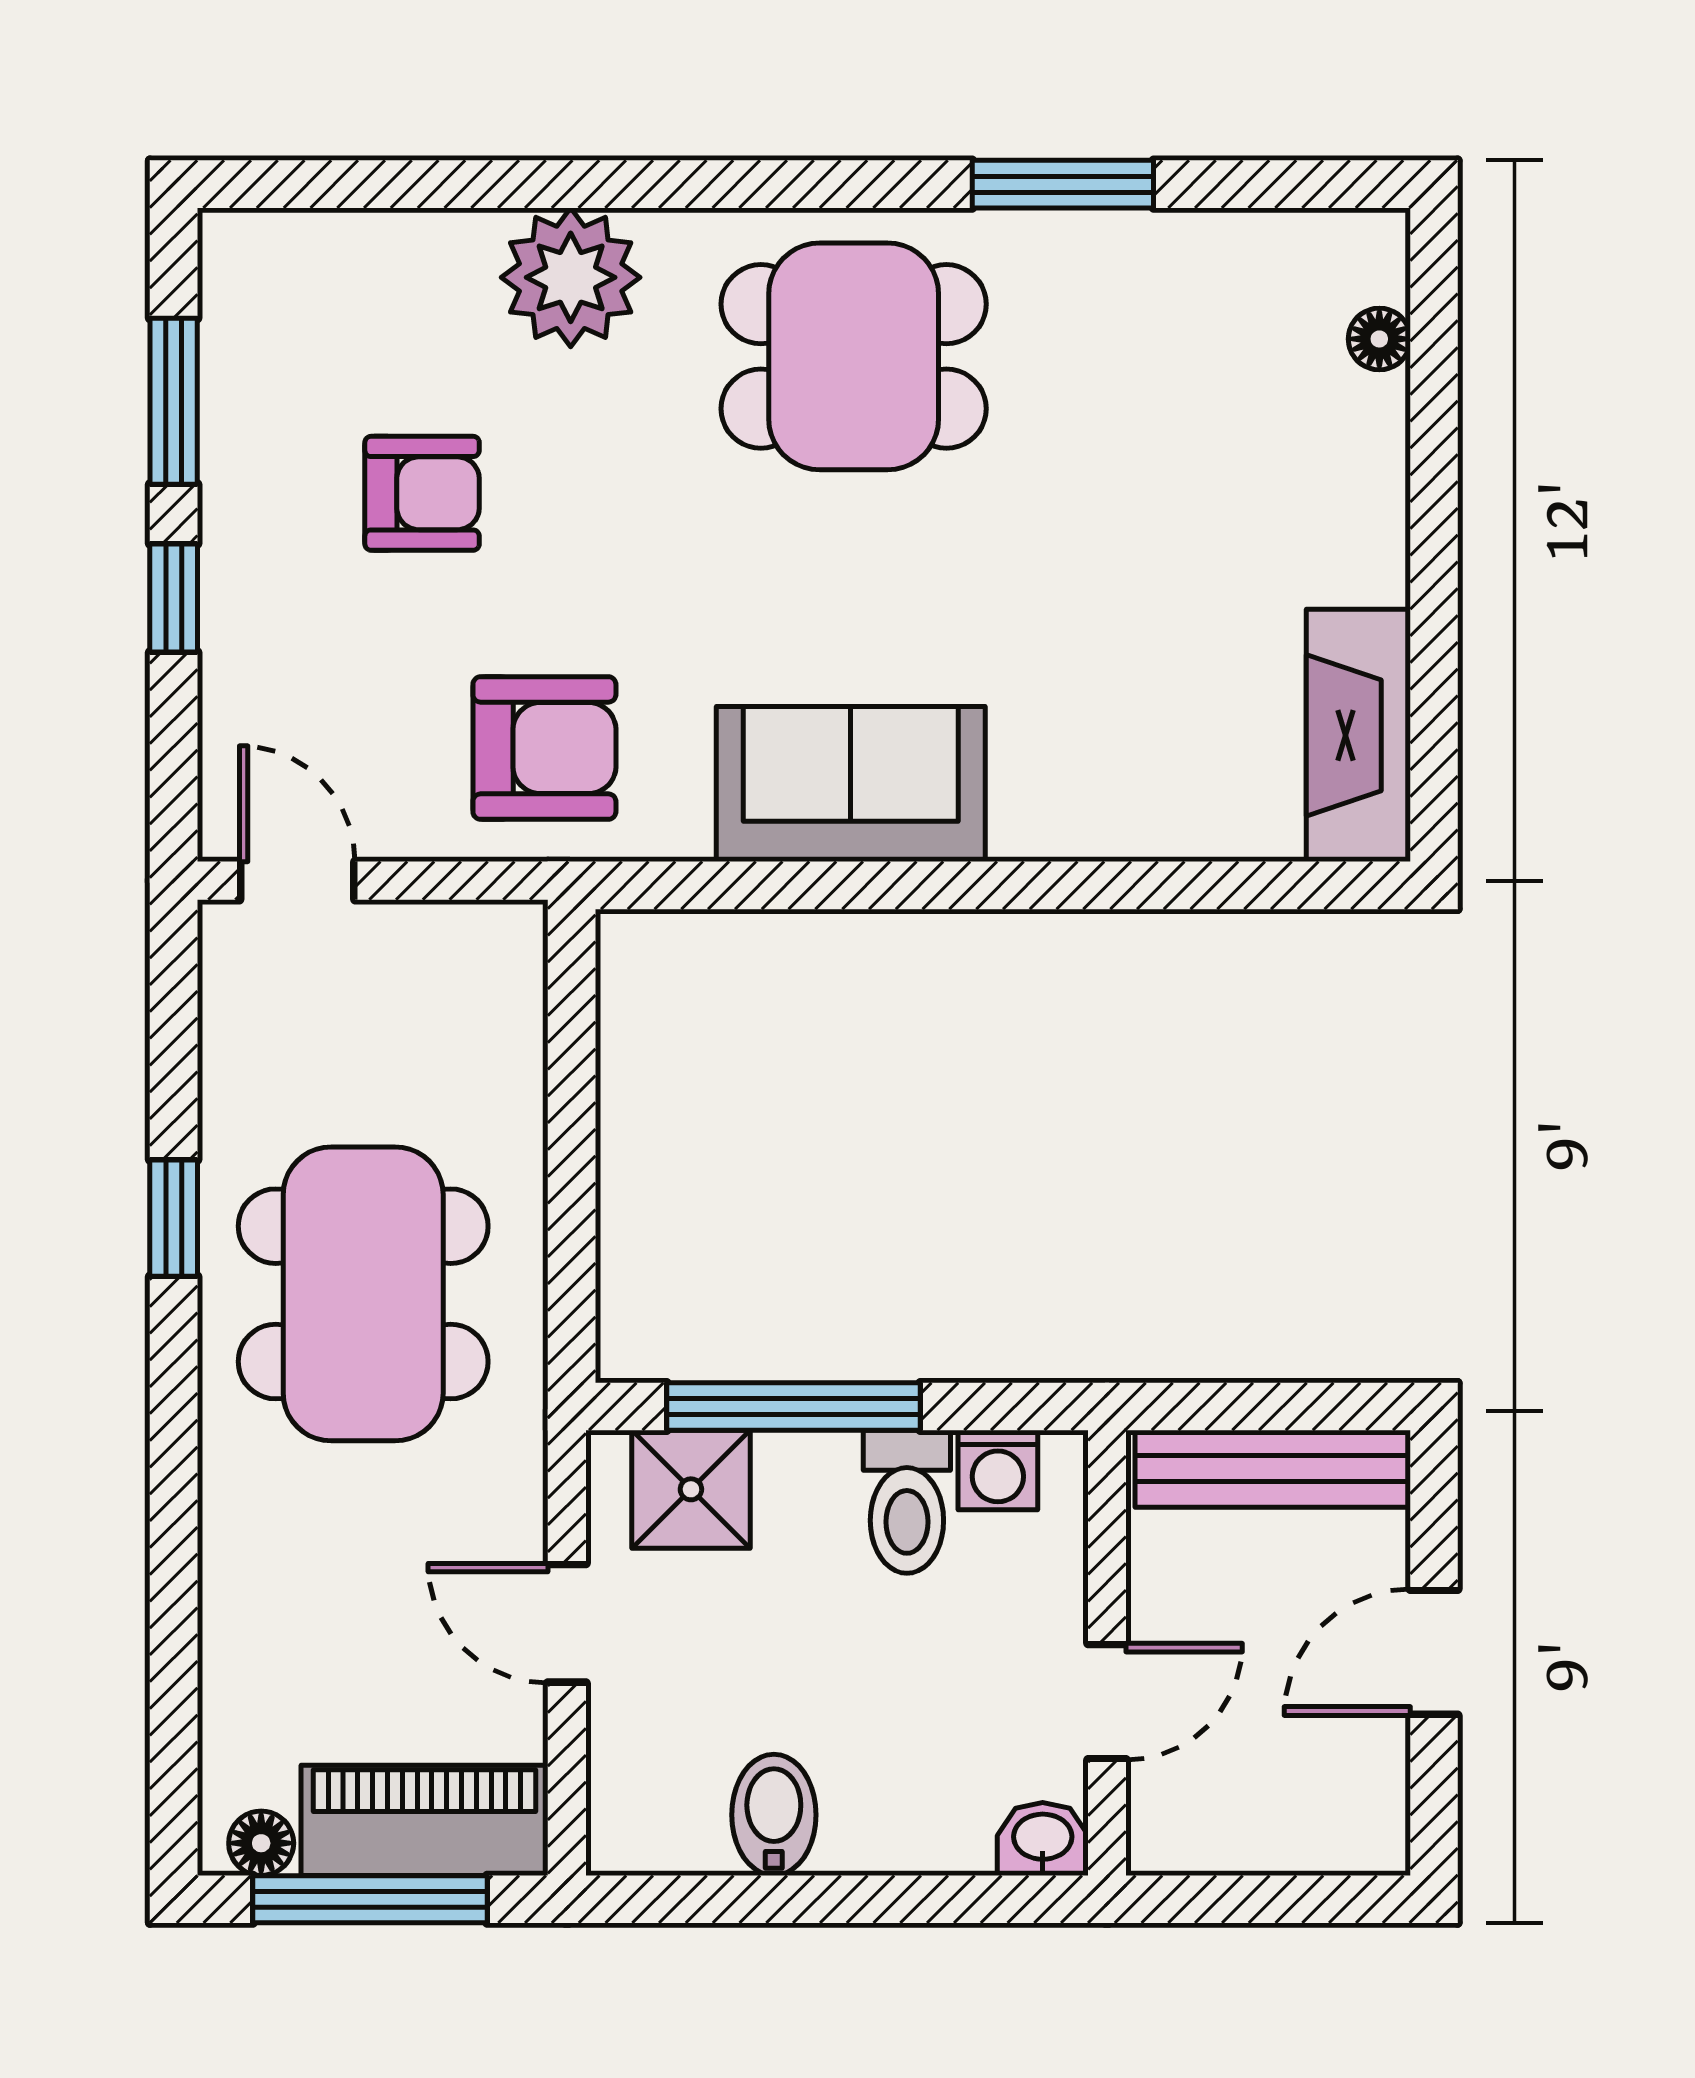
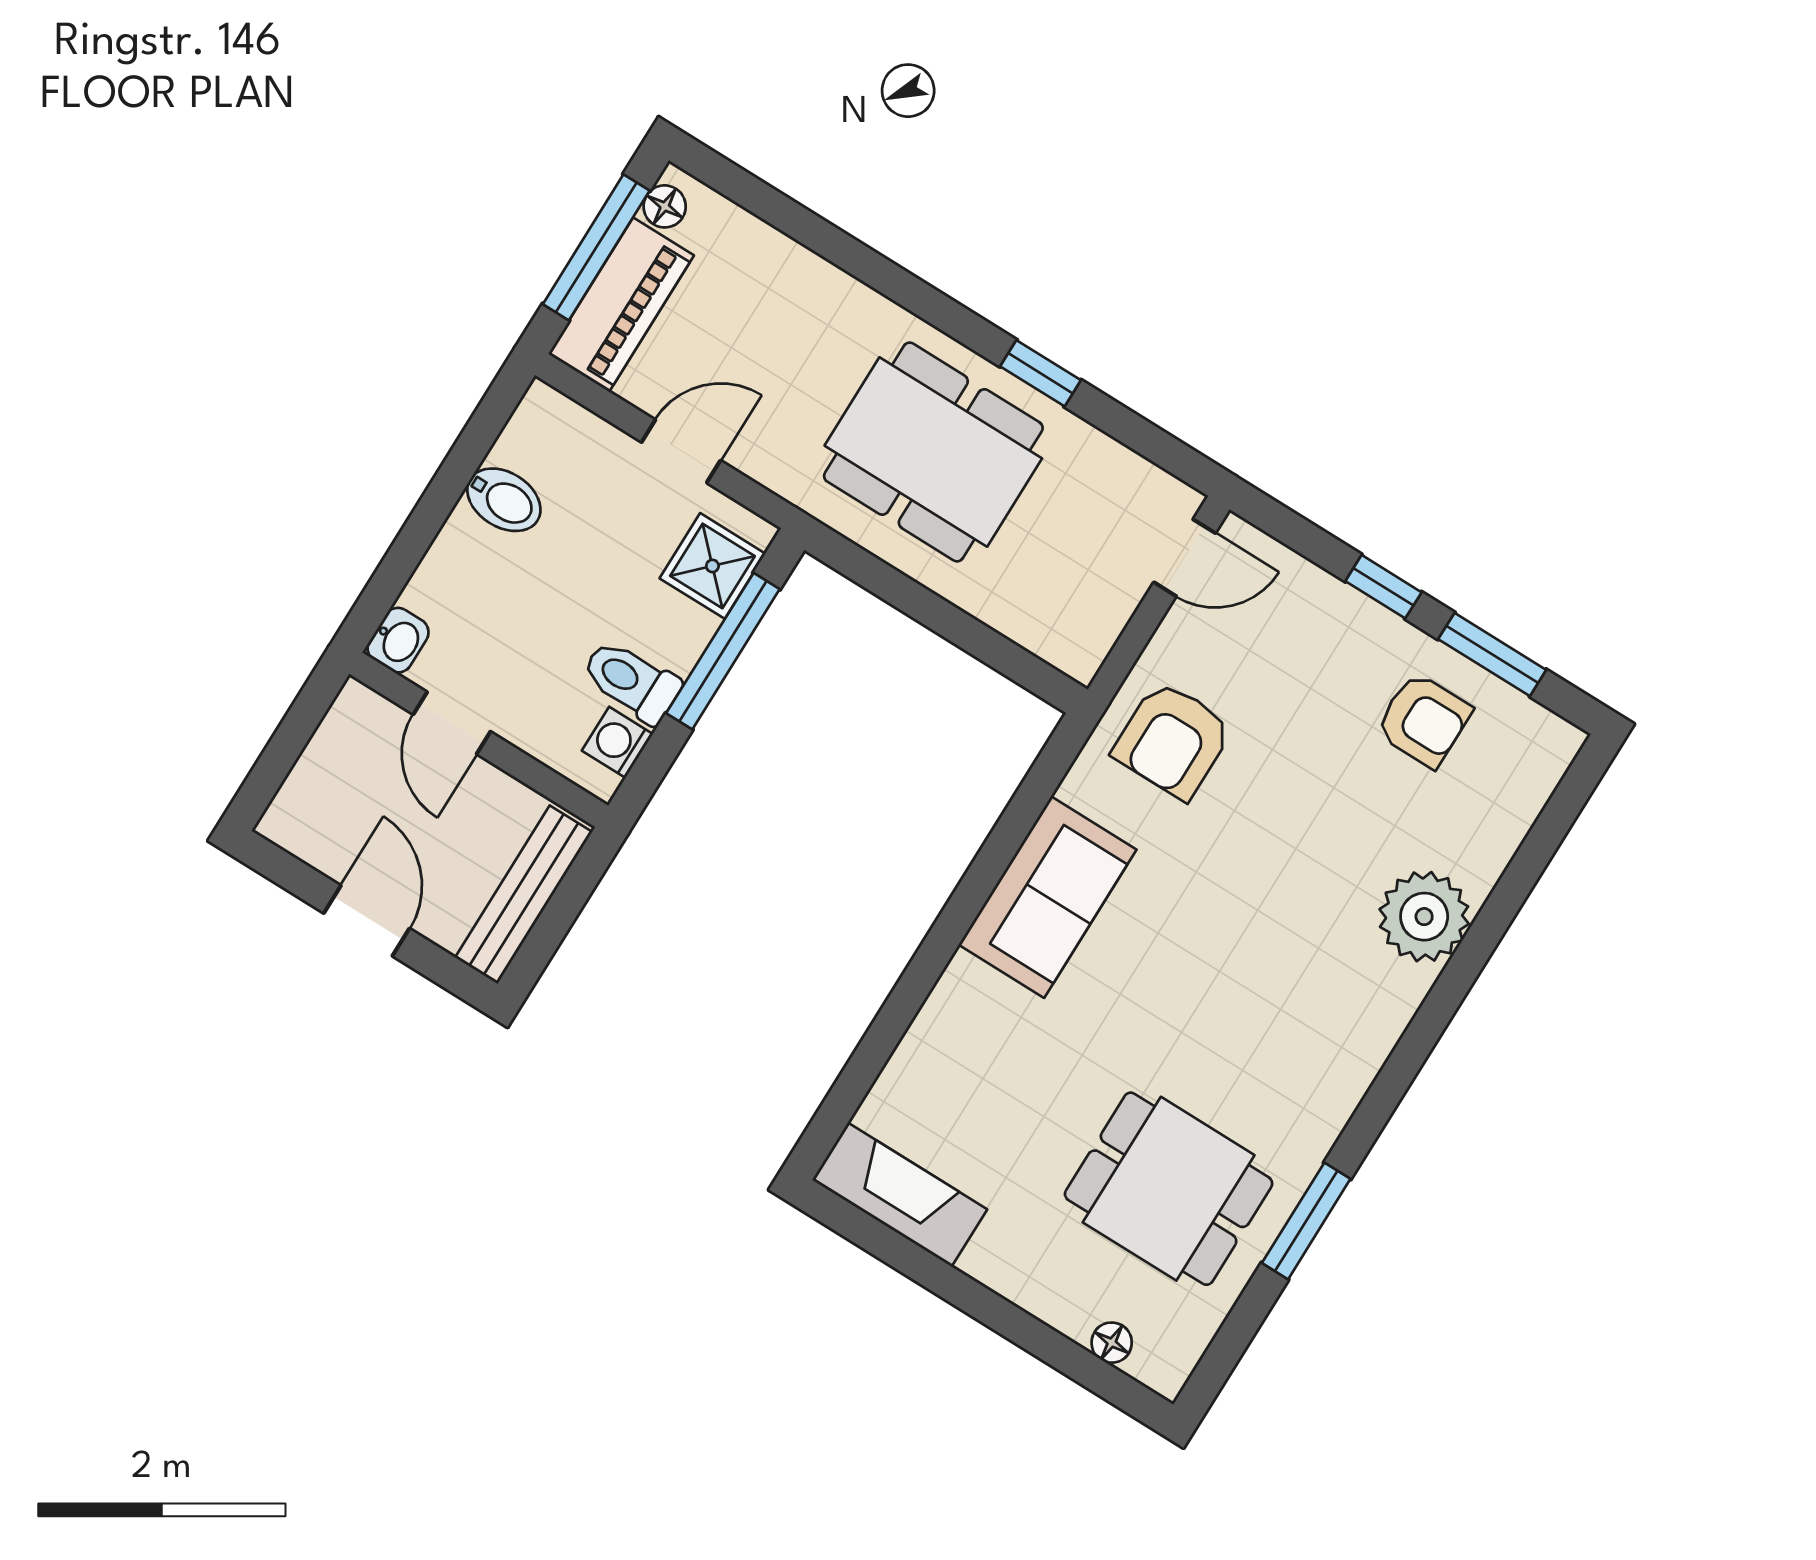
dining table: (854, 356) -> (1169, 1189), moved, turned 90
armchair: (422, 493) -> (1424, 720), moved, turned -90

